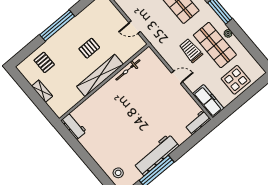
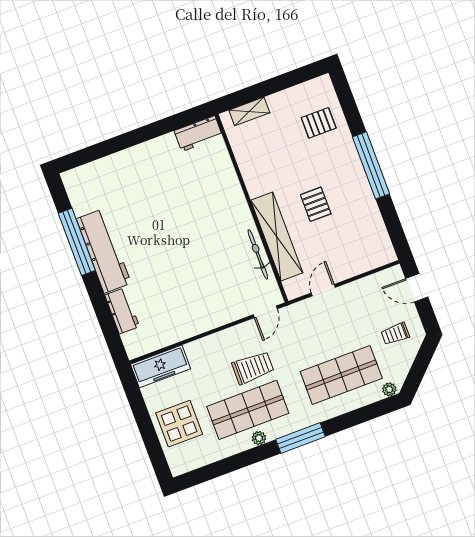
shelving: (100, 75) -> (277, 237), moved
door: (177, 77) -> (265, 312), moved
shelving: (42, 91) -> (249, 111), moved
workbench: (198, 122) -> (122, 311), moved
stool: (118, 173) -> (96, 179), removed

